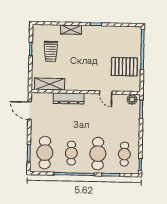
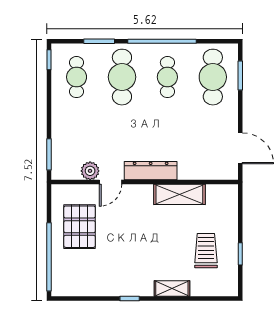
pallet: (124, 67) -> (80, 227), turned 90
shelving: (50, 84) -> (179, 194), moved
door: (106, 92) -> (111, 182), swing flipped
dresser: (69, 98) -> (151, 171), moved
plant: (132, 99) -> (90, 171), moved

